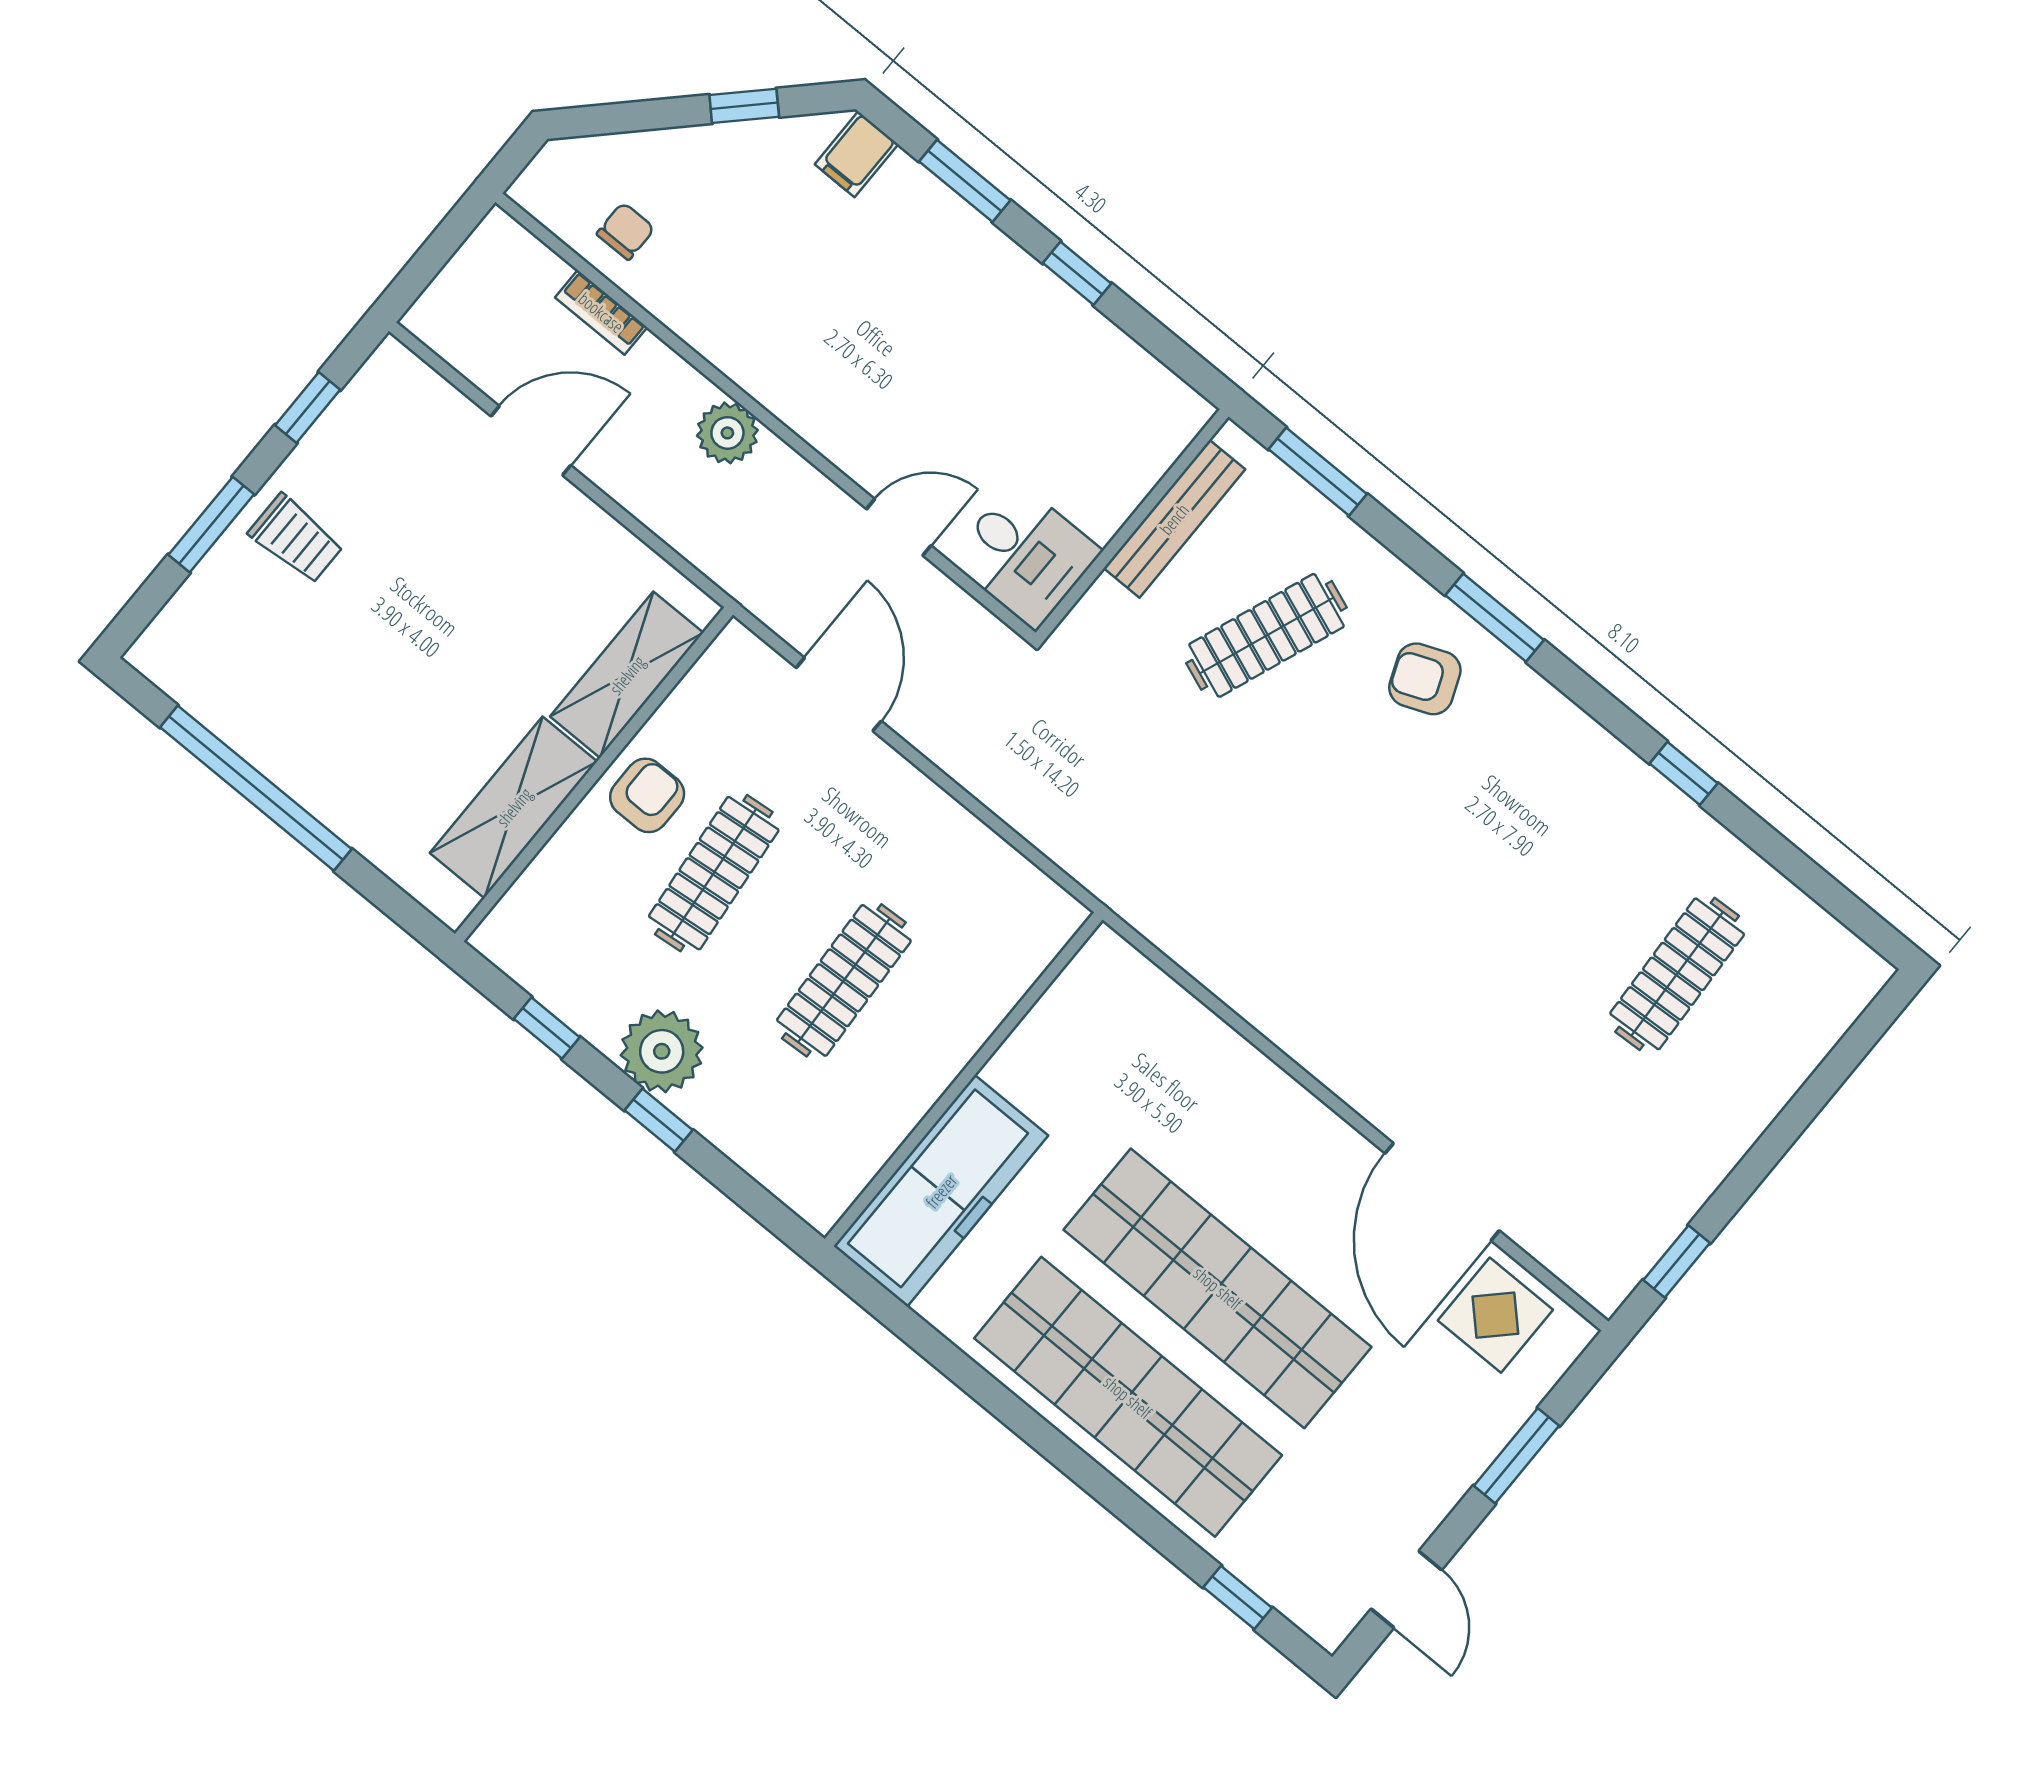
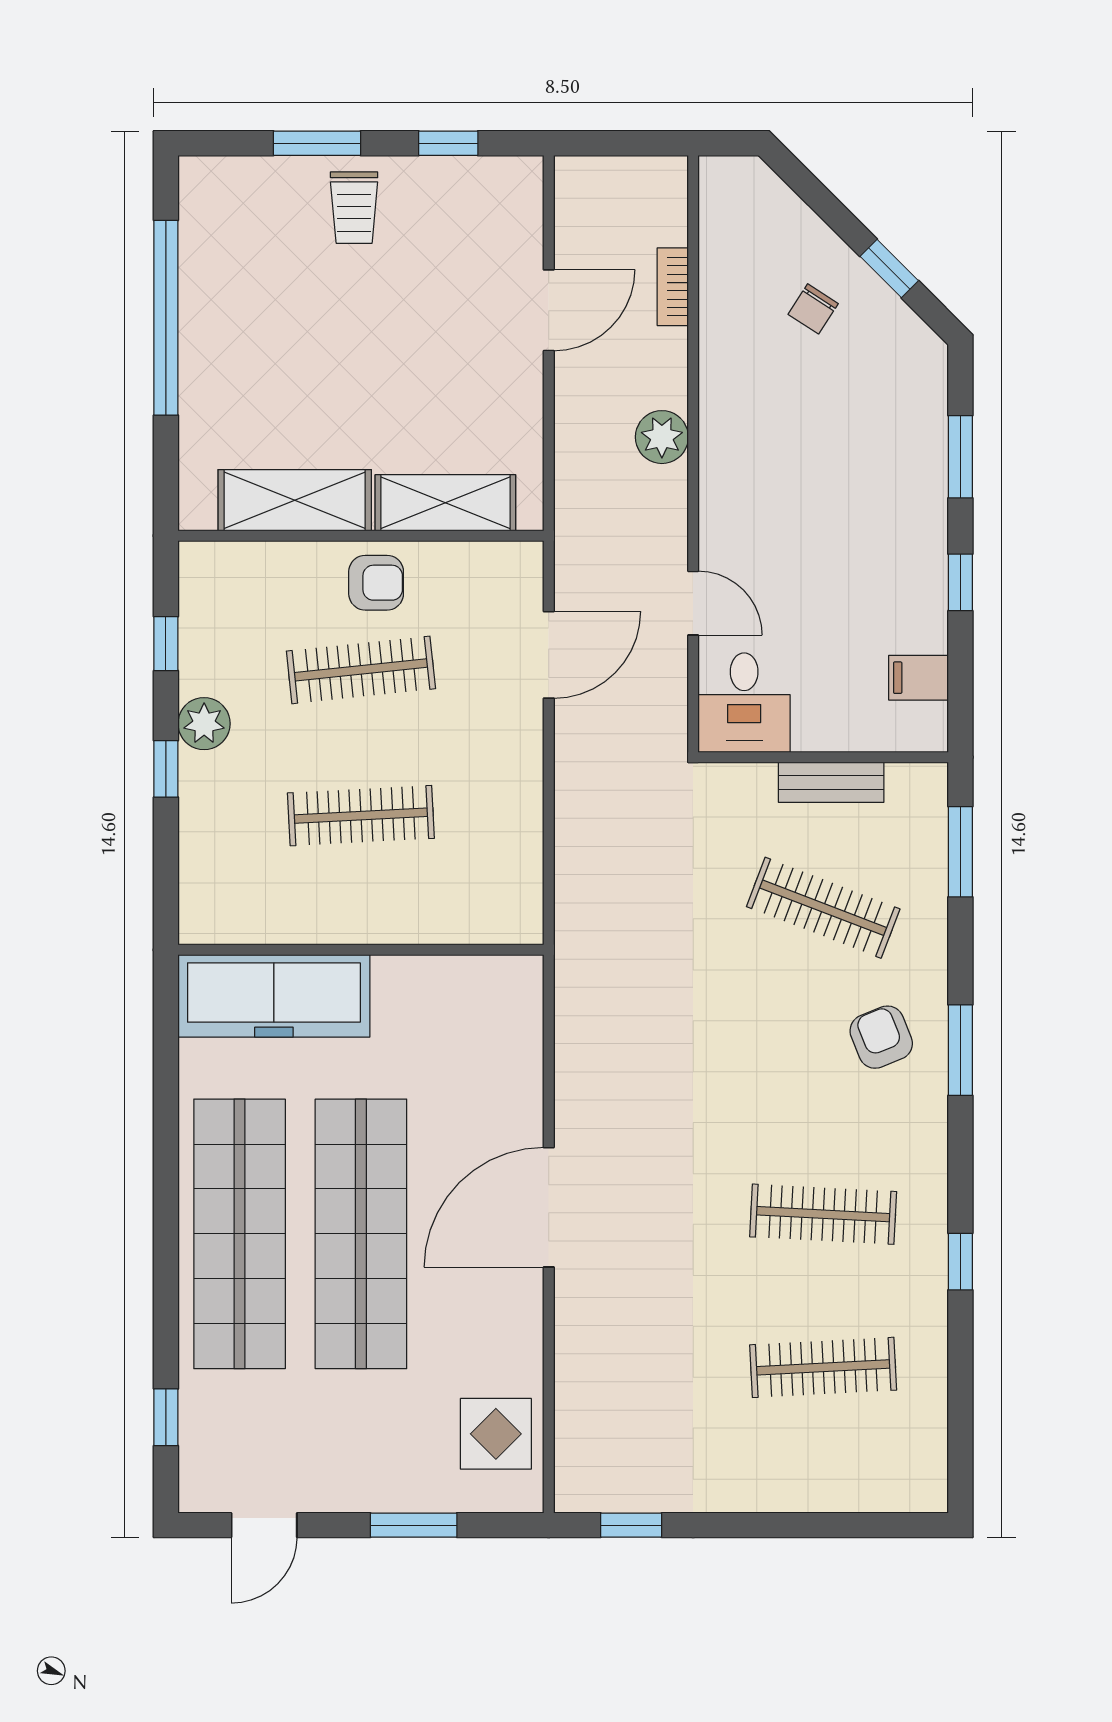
filing cabinet: (856, 154) -> (919, 678), moved
chair: (626, 231) -> (813, 309), moved, turned 123
door: (531, 441) -> (549, 310), hinge flipped
bench: (1174, 519) -> (831, 782), width x0.73
clothes rail: (1540, 861) -> (823, 1214), added
plant: (662, 1051) -> (204, 724), width x0.73, depth x0.73
door: (1442, 1192) -> (549, 1207), moved

